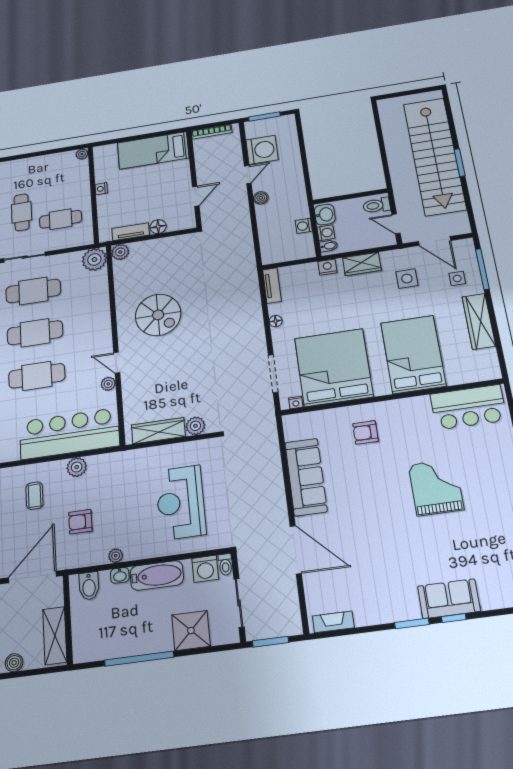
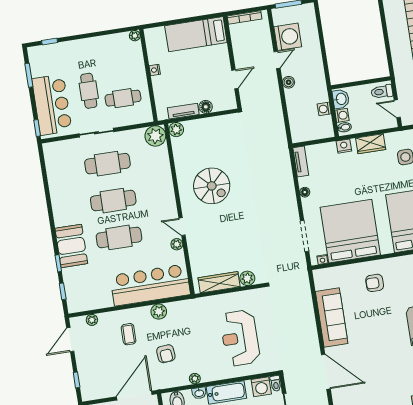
armchair: (80, 522) -> (166, 354), turned -95

